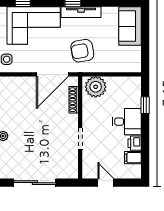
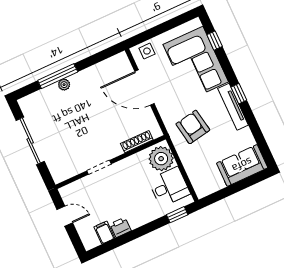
door: (52, 74) -> (144, 87), moved
window: (145, 105) -> (177, 215), moved
desk: (127, 122) -> (169, 187), moved, turned -90
door: (106, 183) -> (65, 216), hinge flipped

